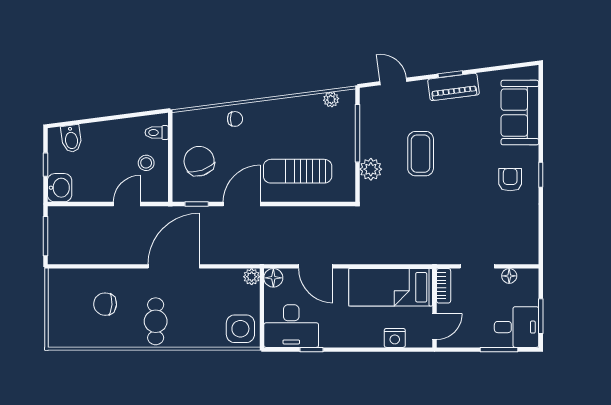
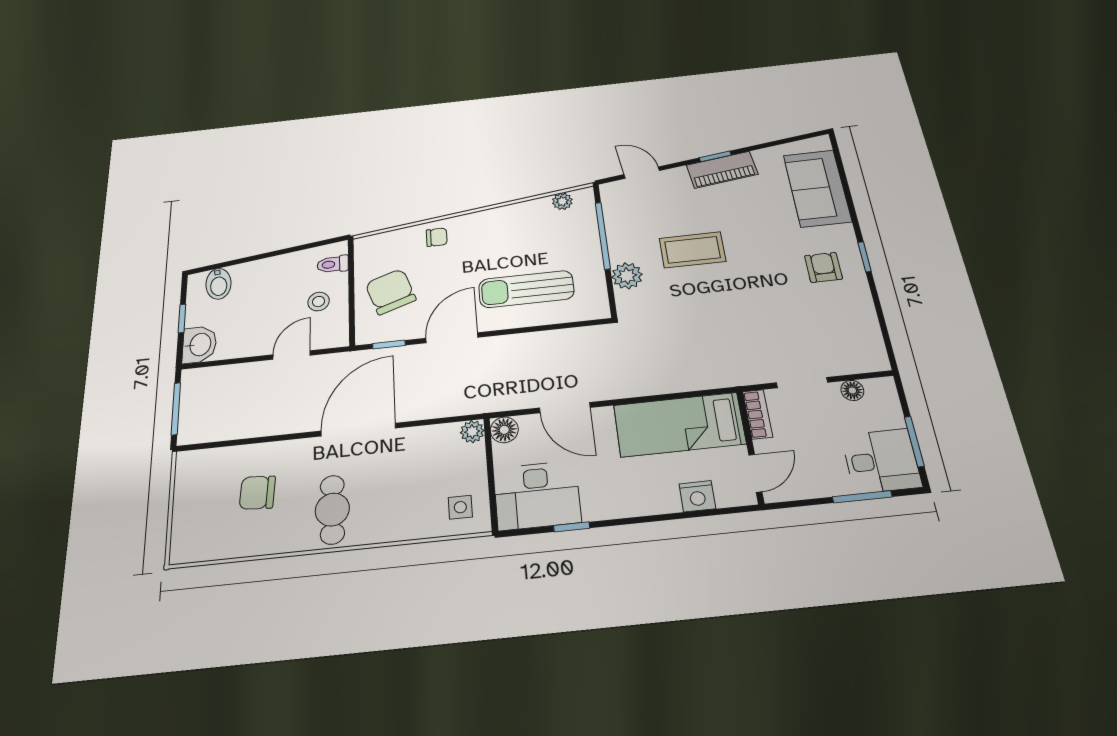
coffee table: (421, 154) -> (692, 250), turned 90
side table: (240, 329) -> (460, 507), width x0.54, depth x0.54

